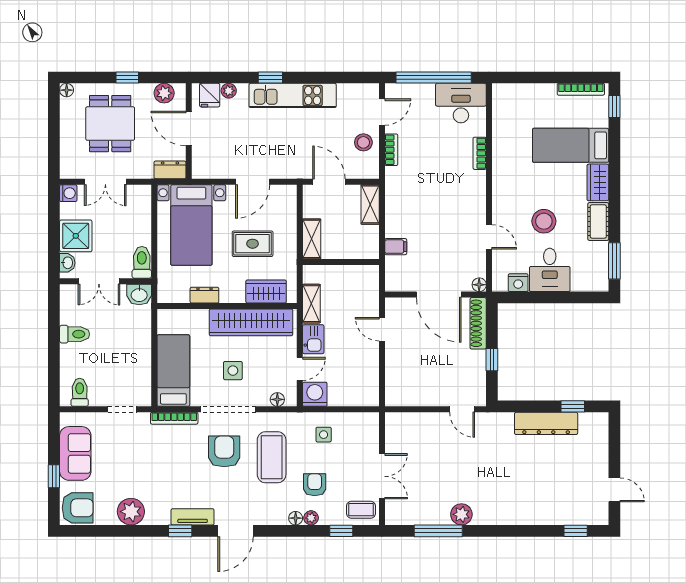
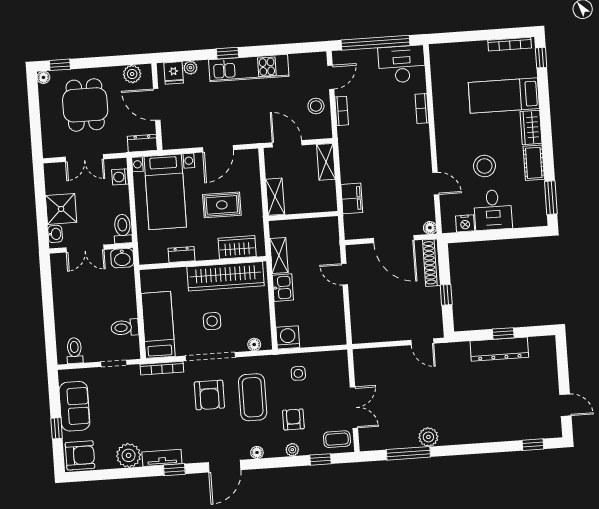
window: (127, 78) -> (60, 65), moved
washing machine: (68, 193) -> (120, 177), moved, turned 180
filing cabinet: (396, 247) -> (352, 198), width x2.00
toilet: (75, 334) -> (125, 328), moved, turned 180
door: (300, 369) -> (273, 315), removed
window: (573, 406) -> (503, 333), moved
armchair: (224, 451) -> (209, 395), turned 180
tv unit: (193, 517) -> (162, 458), moved
floor lamp: (296, 518) -> (257, 452), moved

